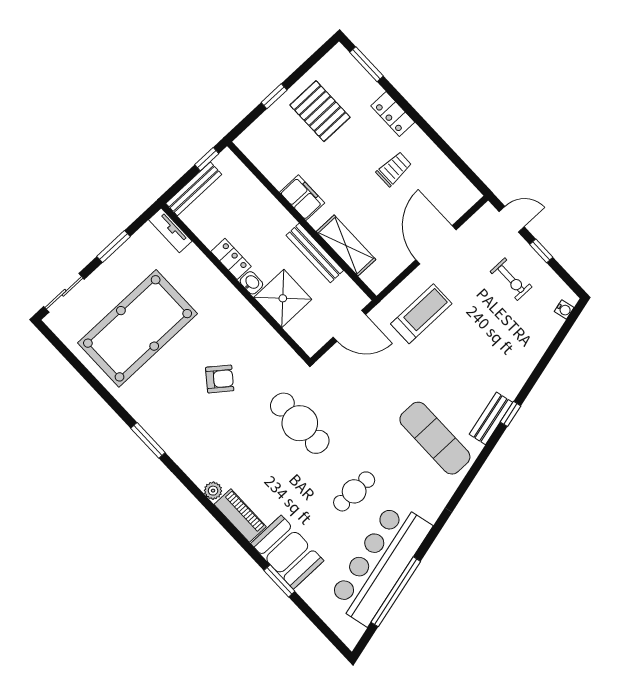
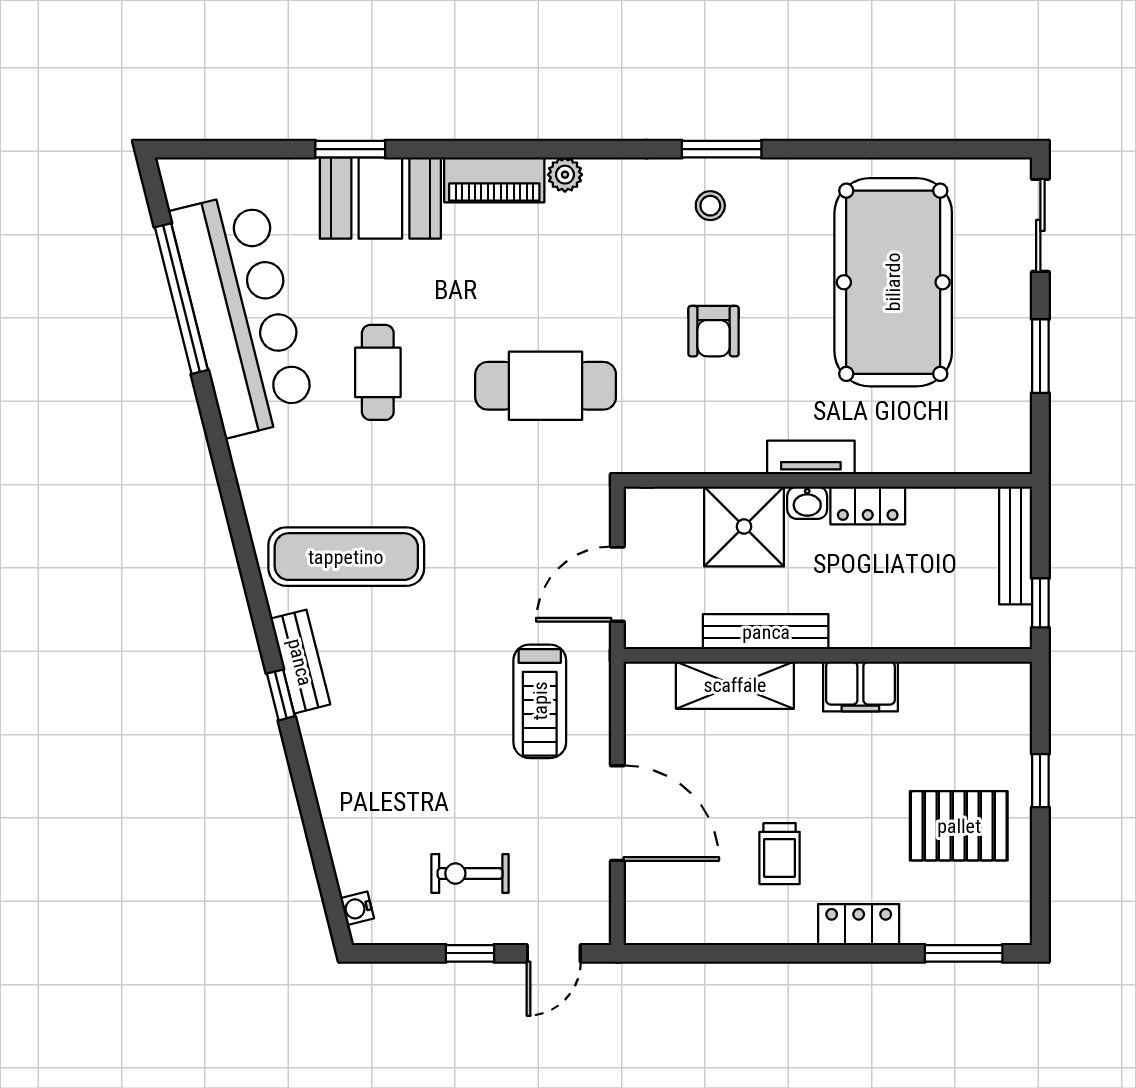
tv unit: (170, 230) -> (811, 457), moved
armchair: (220, 379) -> (714, 331), turned -38
stool: (173, 425) -> (710, 206), added

